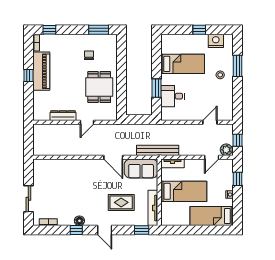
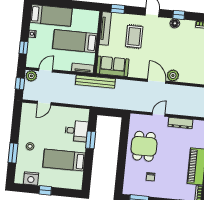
door: (113, 157) -> (157, 81), moved
plant: (76, 165) -> (173, 75), added
rug: (121, 202) -> (134, 37), turned 90

